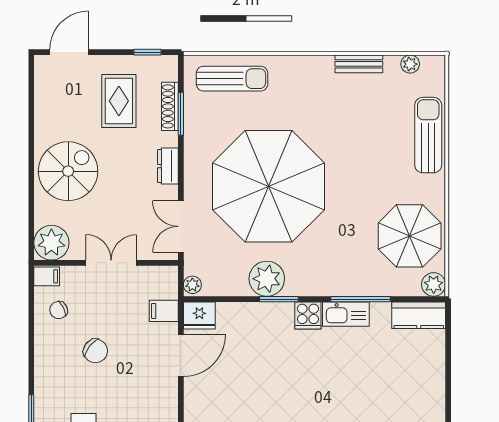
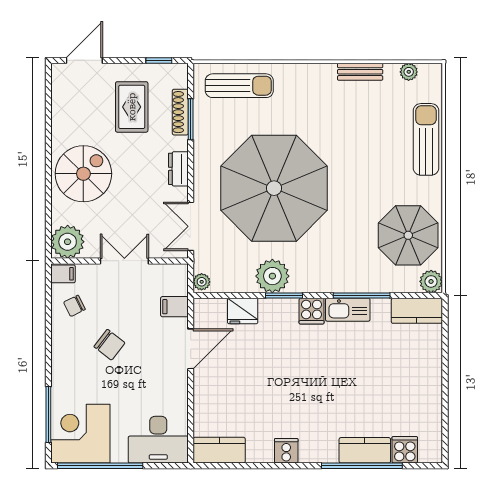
fridge: (199, 315) -> (243, 311), moved

